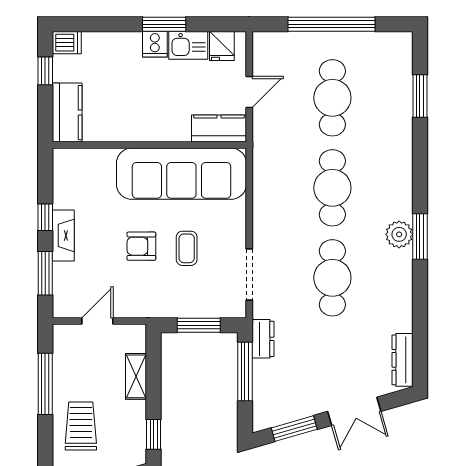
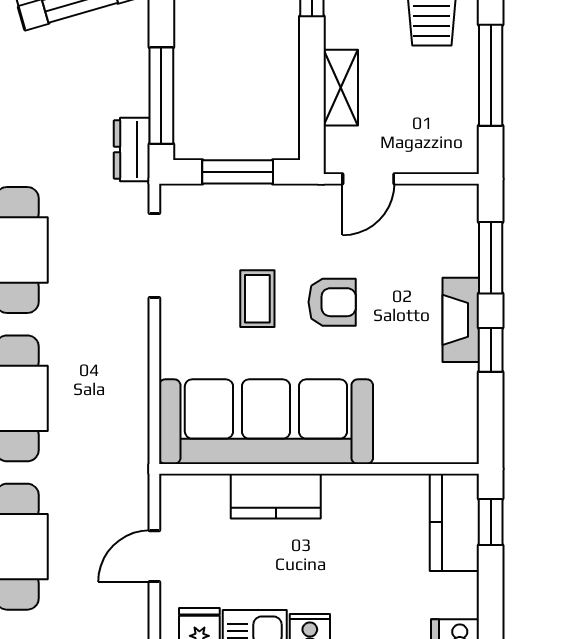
window: (45, 71) -> (491, 522), moved
kitchen counter: (219, 129) -> (276, 496), moved
door: (97, 321) -> (368, 179), moved

